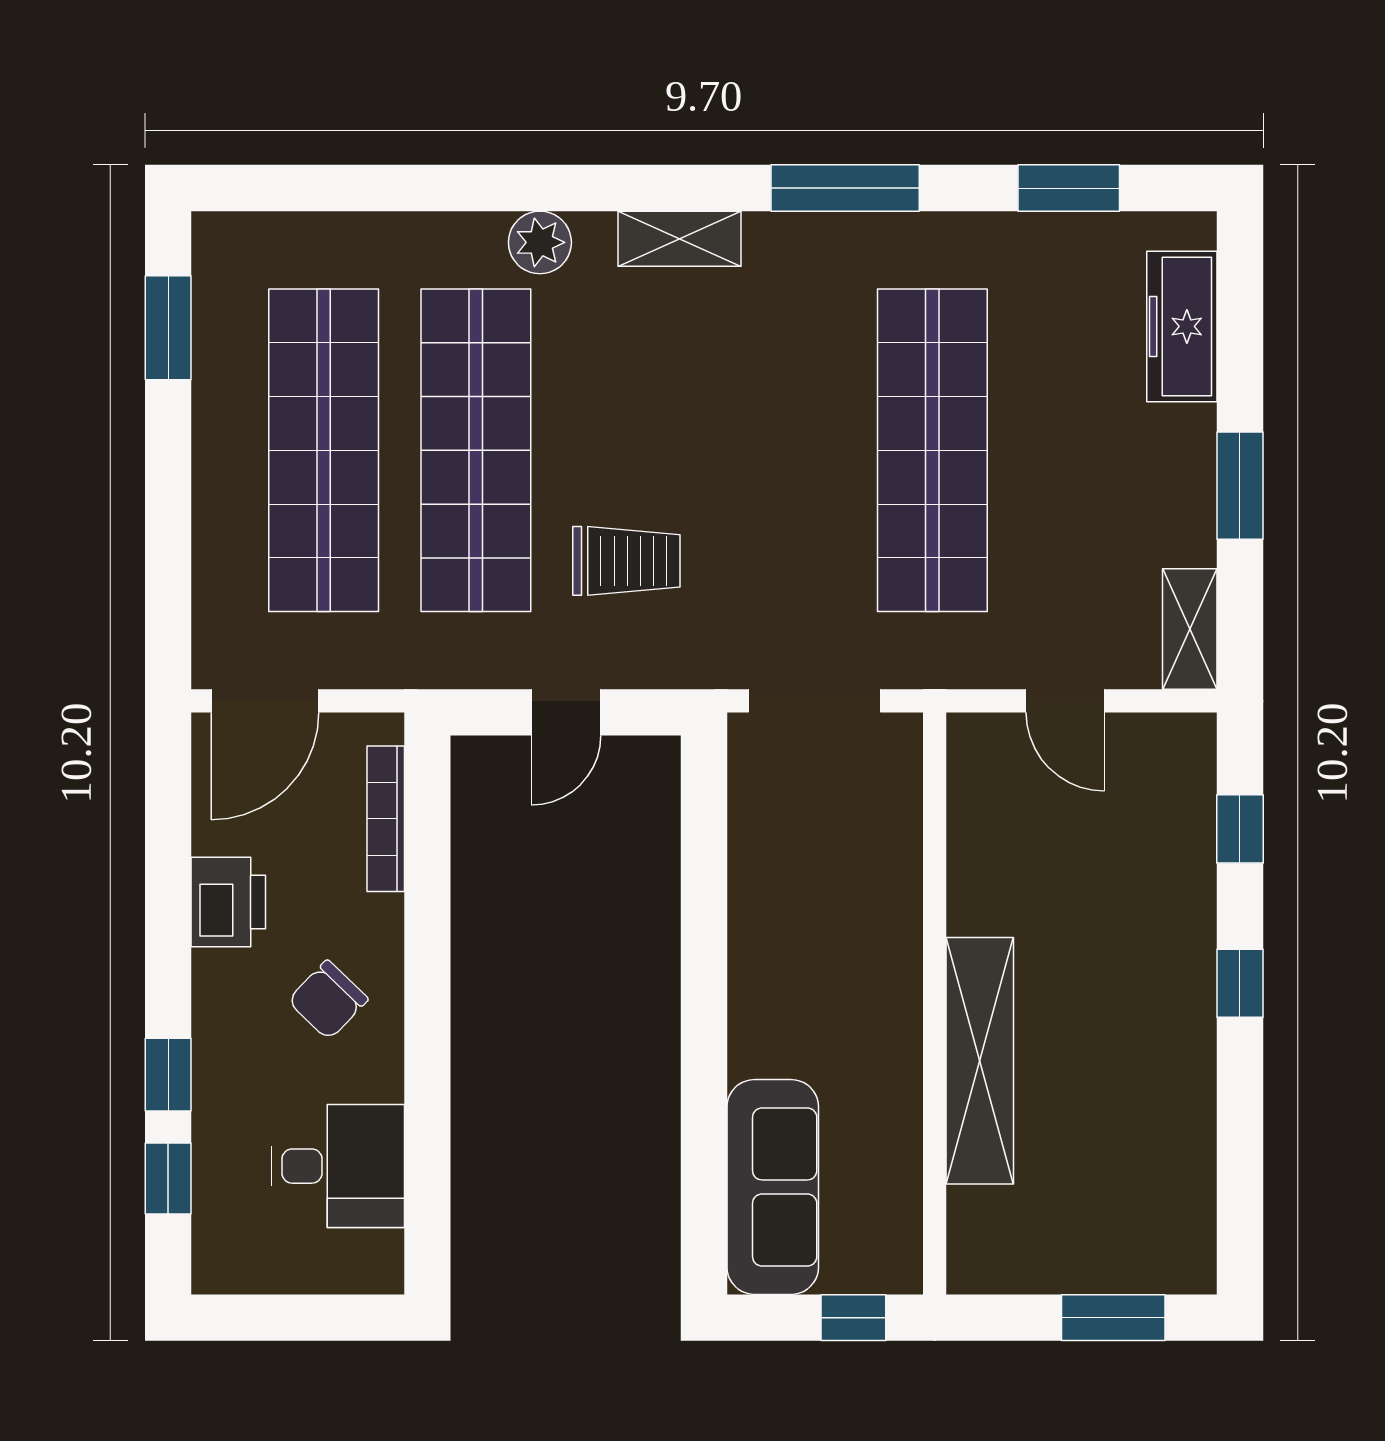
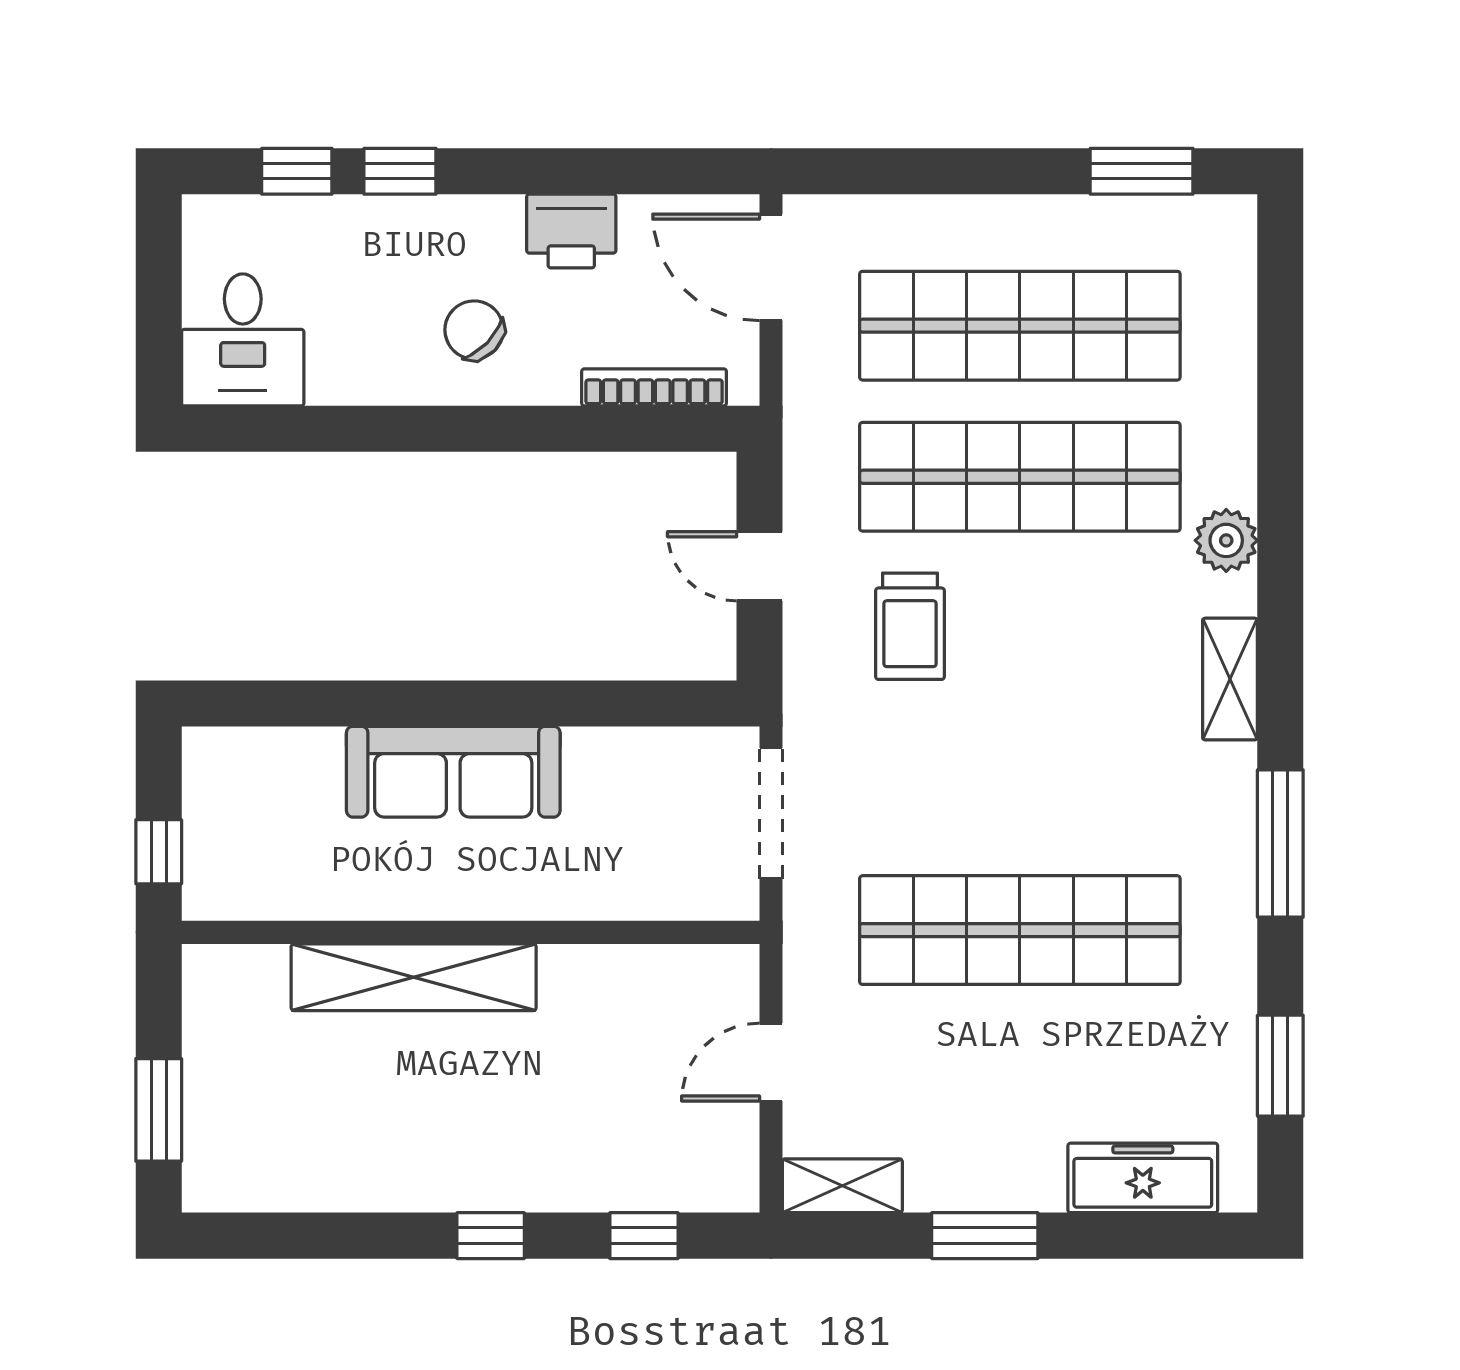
desk: (338, 1166) -> (243, 340), moved
sofa: (773, 1187) -> (453, 772), moved

